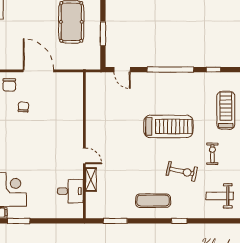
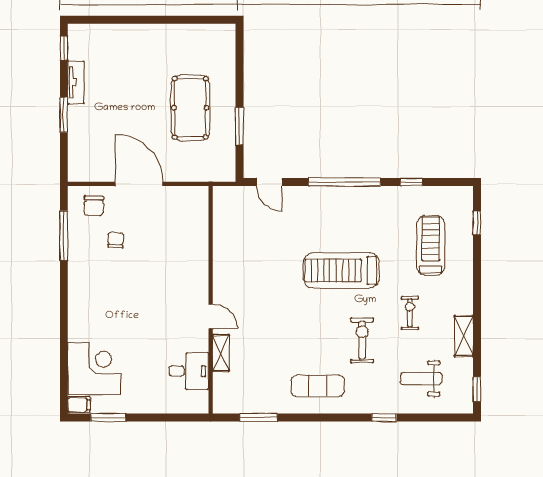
treadmill: (168, 126) -> (341, 270), turned 180
exercise bike: (182, 171) -> (362, 340), turned -102
window: (179, 221) -> (384, 417), moved

